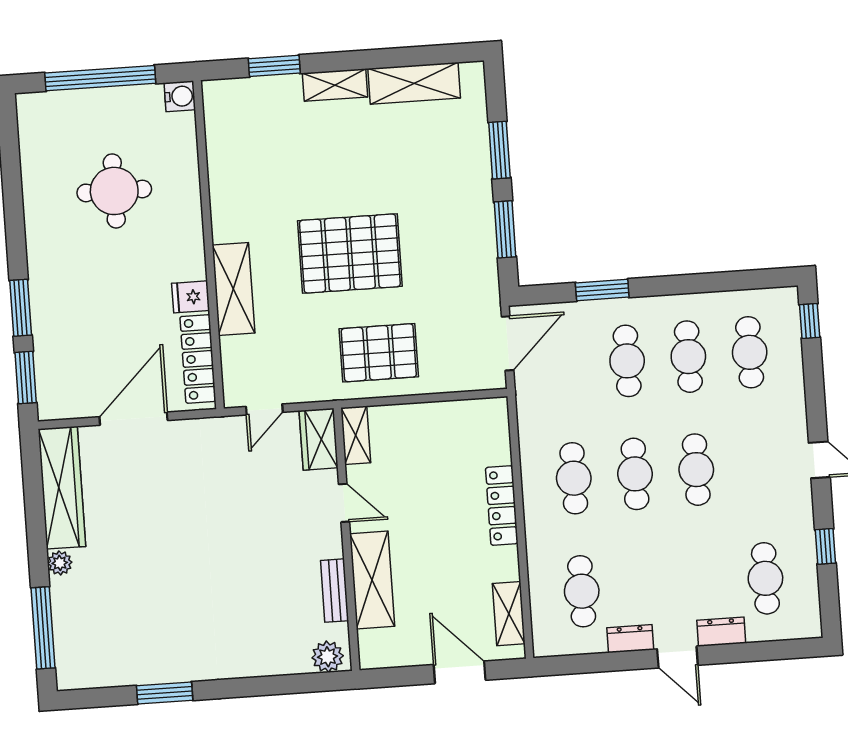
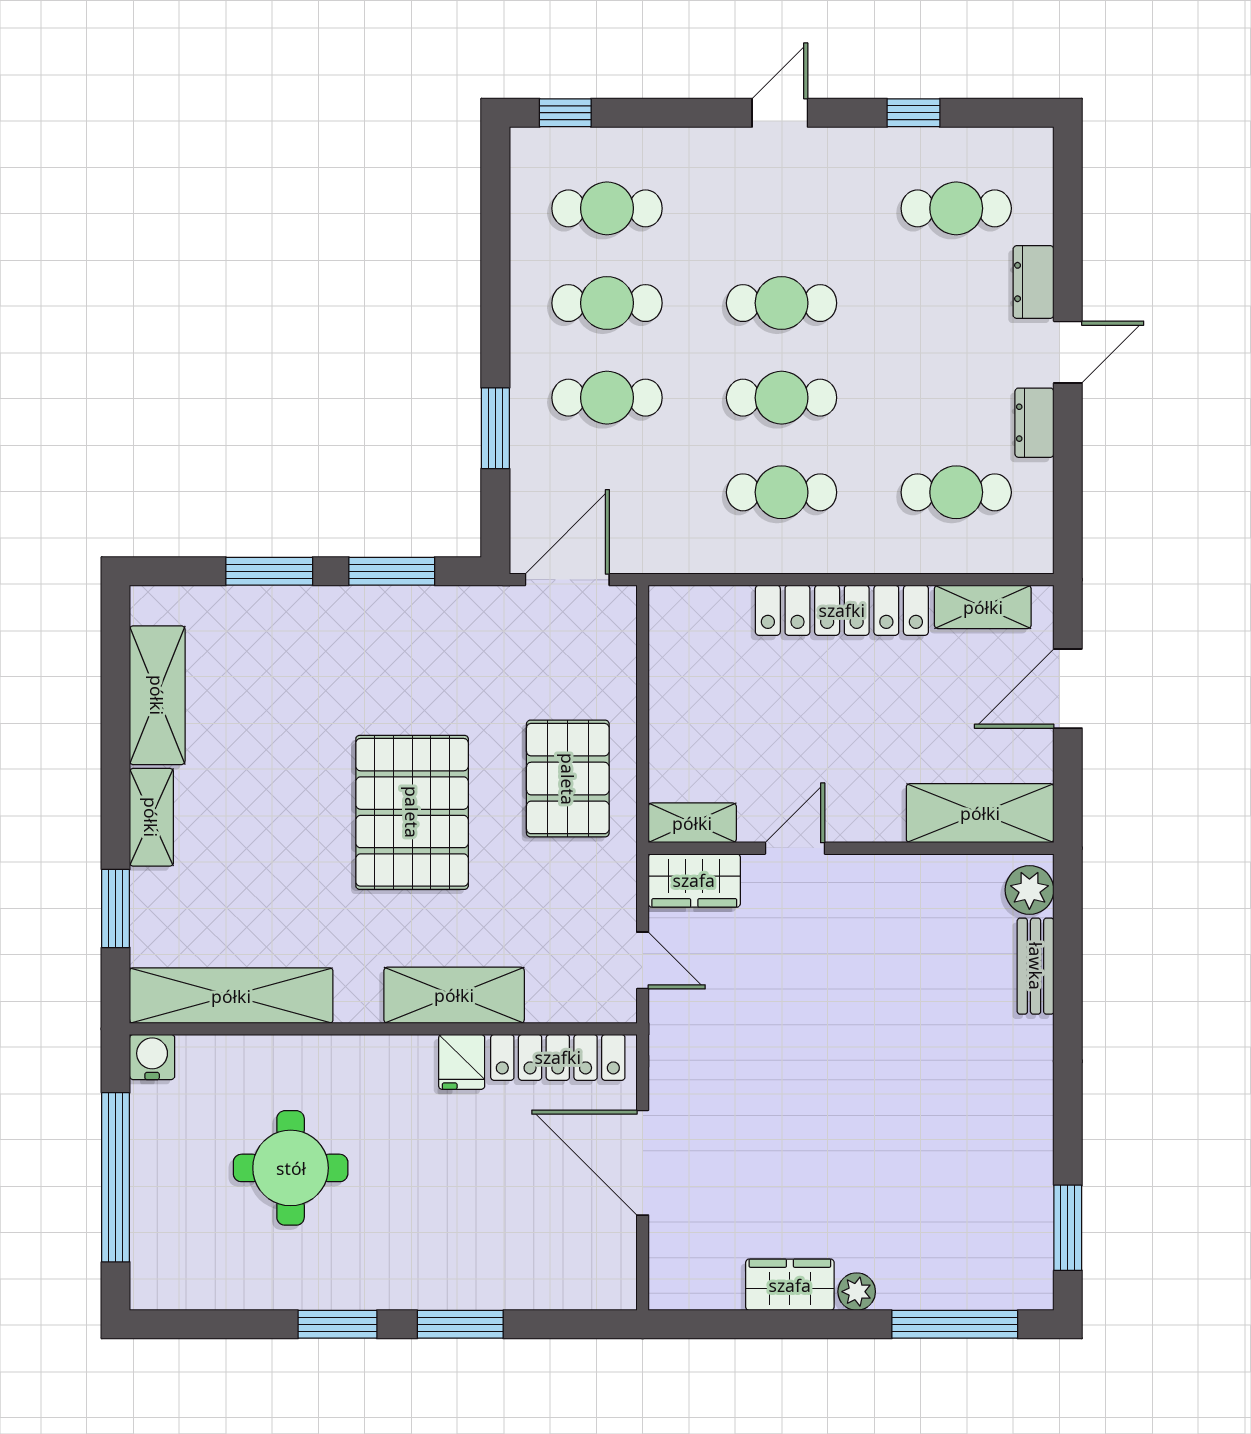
shelving: (223, 145) -> (231, 996), added
door: (508, 343) -> (567, 580), hinge flipped
window: (26, 378) -> (337, 1324), moved
wardrobe: (62, 488) -> (790, 1285), width x0.48, depth x0.85
locker: (502, 506) -> (842, 610), width x1.41, depth x1.21
shelving: (372, 580) -> (980, 813), moved
bench: (335, 591) -> (1036, 966), moved, turned 90
window: (165, 693) -> (1068, 1228), moved

